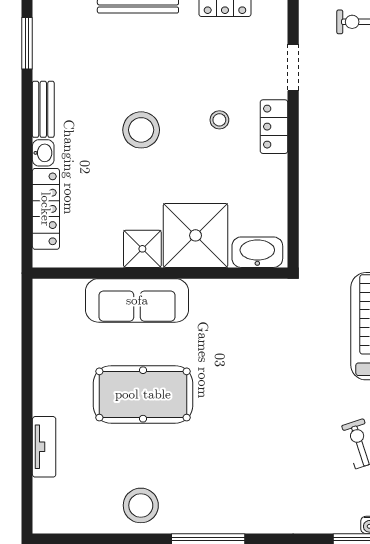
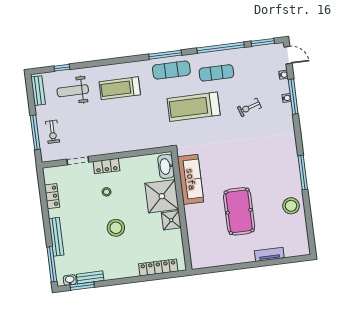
bench: (43, 109) -> (90, 277), moved
washbasin: (43, 153) -> (70, 280), moved
sofa: (137, 300) -> (191, 179), moved

